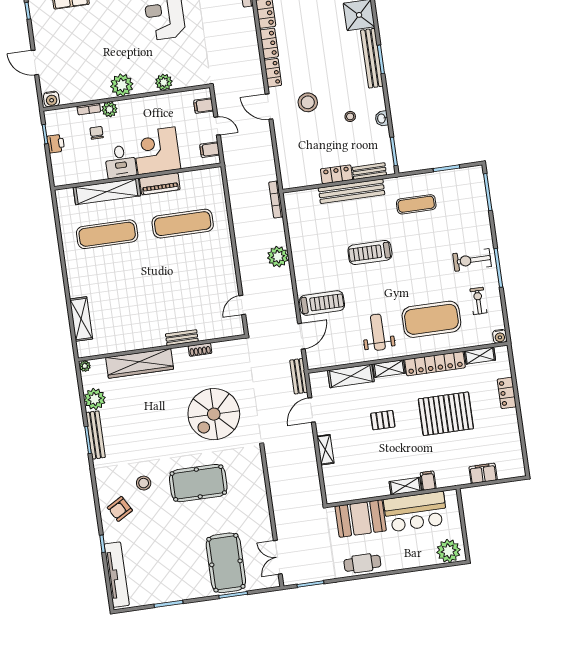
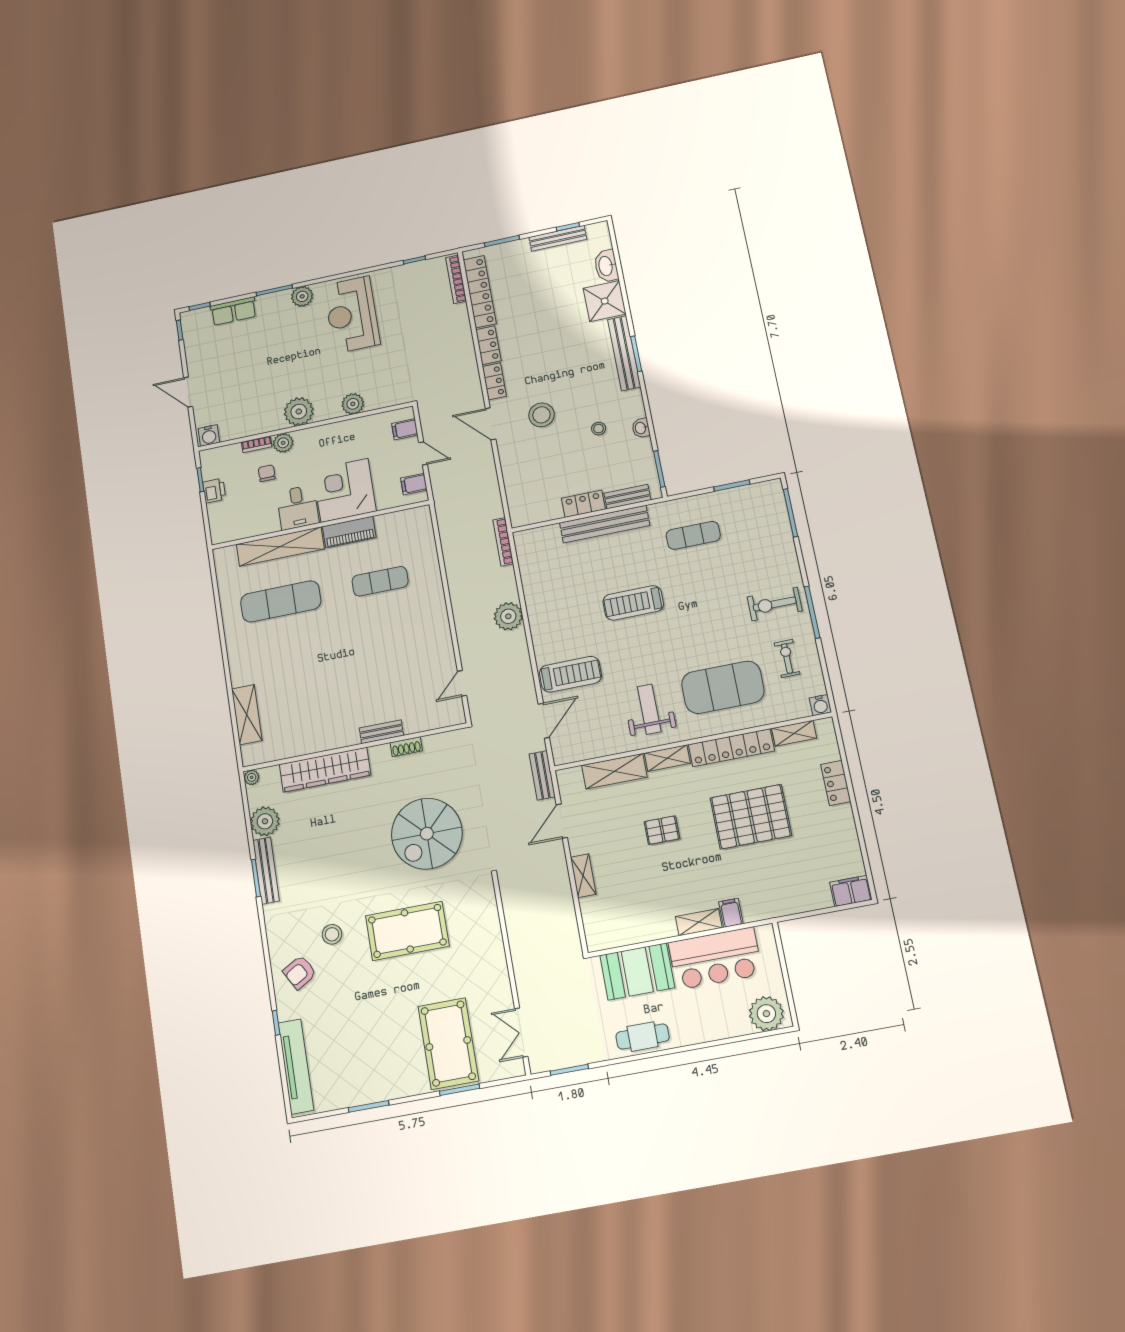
exercise mat: (183, 224) -> (380, 581), width x0.73, depth x0.69
filing cabinet: (483, 473) -> (851, 891), moved

